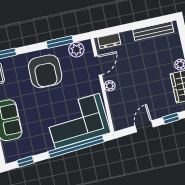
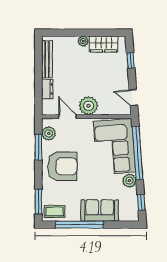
dresser: (109, 41) -> (47, 89), moved
plant: (110, 86) -> (89, 106), width x1.88, depth x1.88
door: (144, 126) -> (133, 98), moved
plant: (46, 144) -> (129, 181), added

